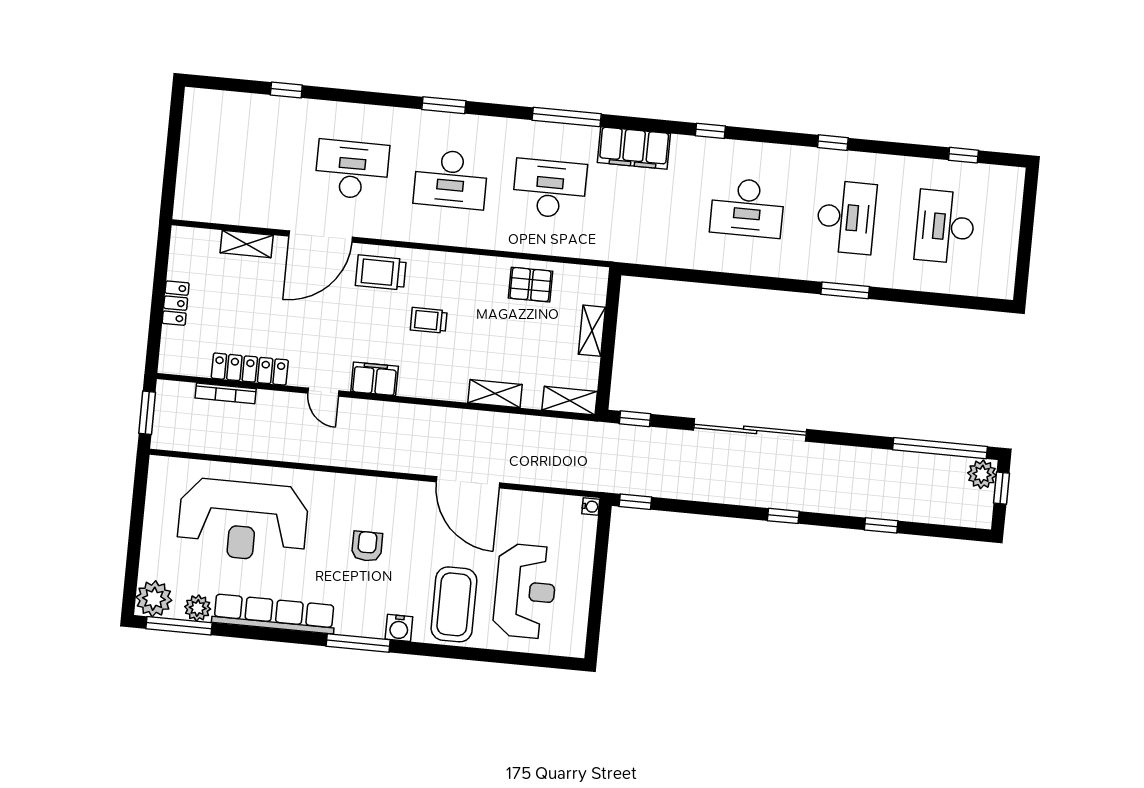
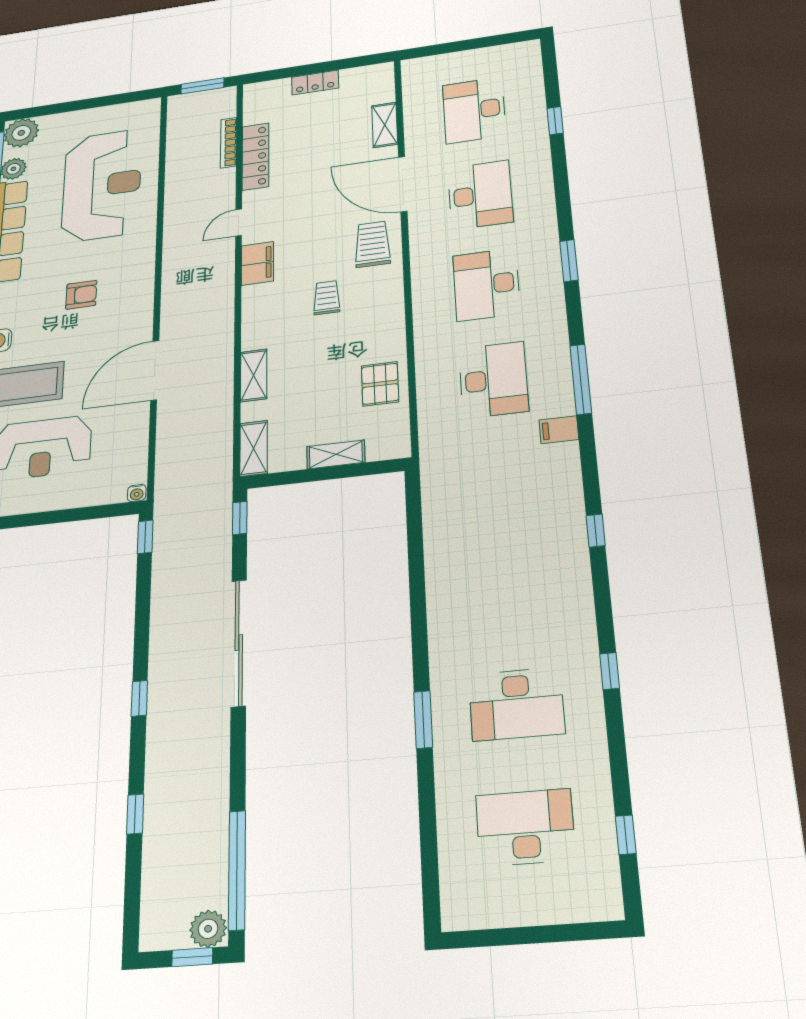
filing cabinet: (634, 148) -> (559, 430), width x0.33, depth x0.86
desk: (747, 208) -> (474, 110), moved
reception desk: (243, 520) -> (102, 185), turned 180

